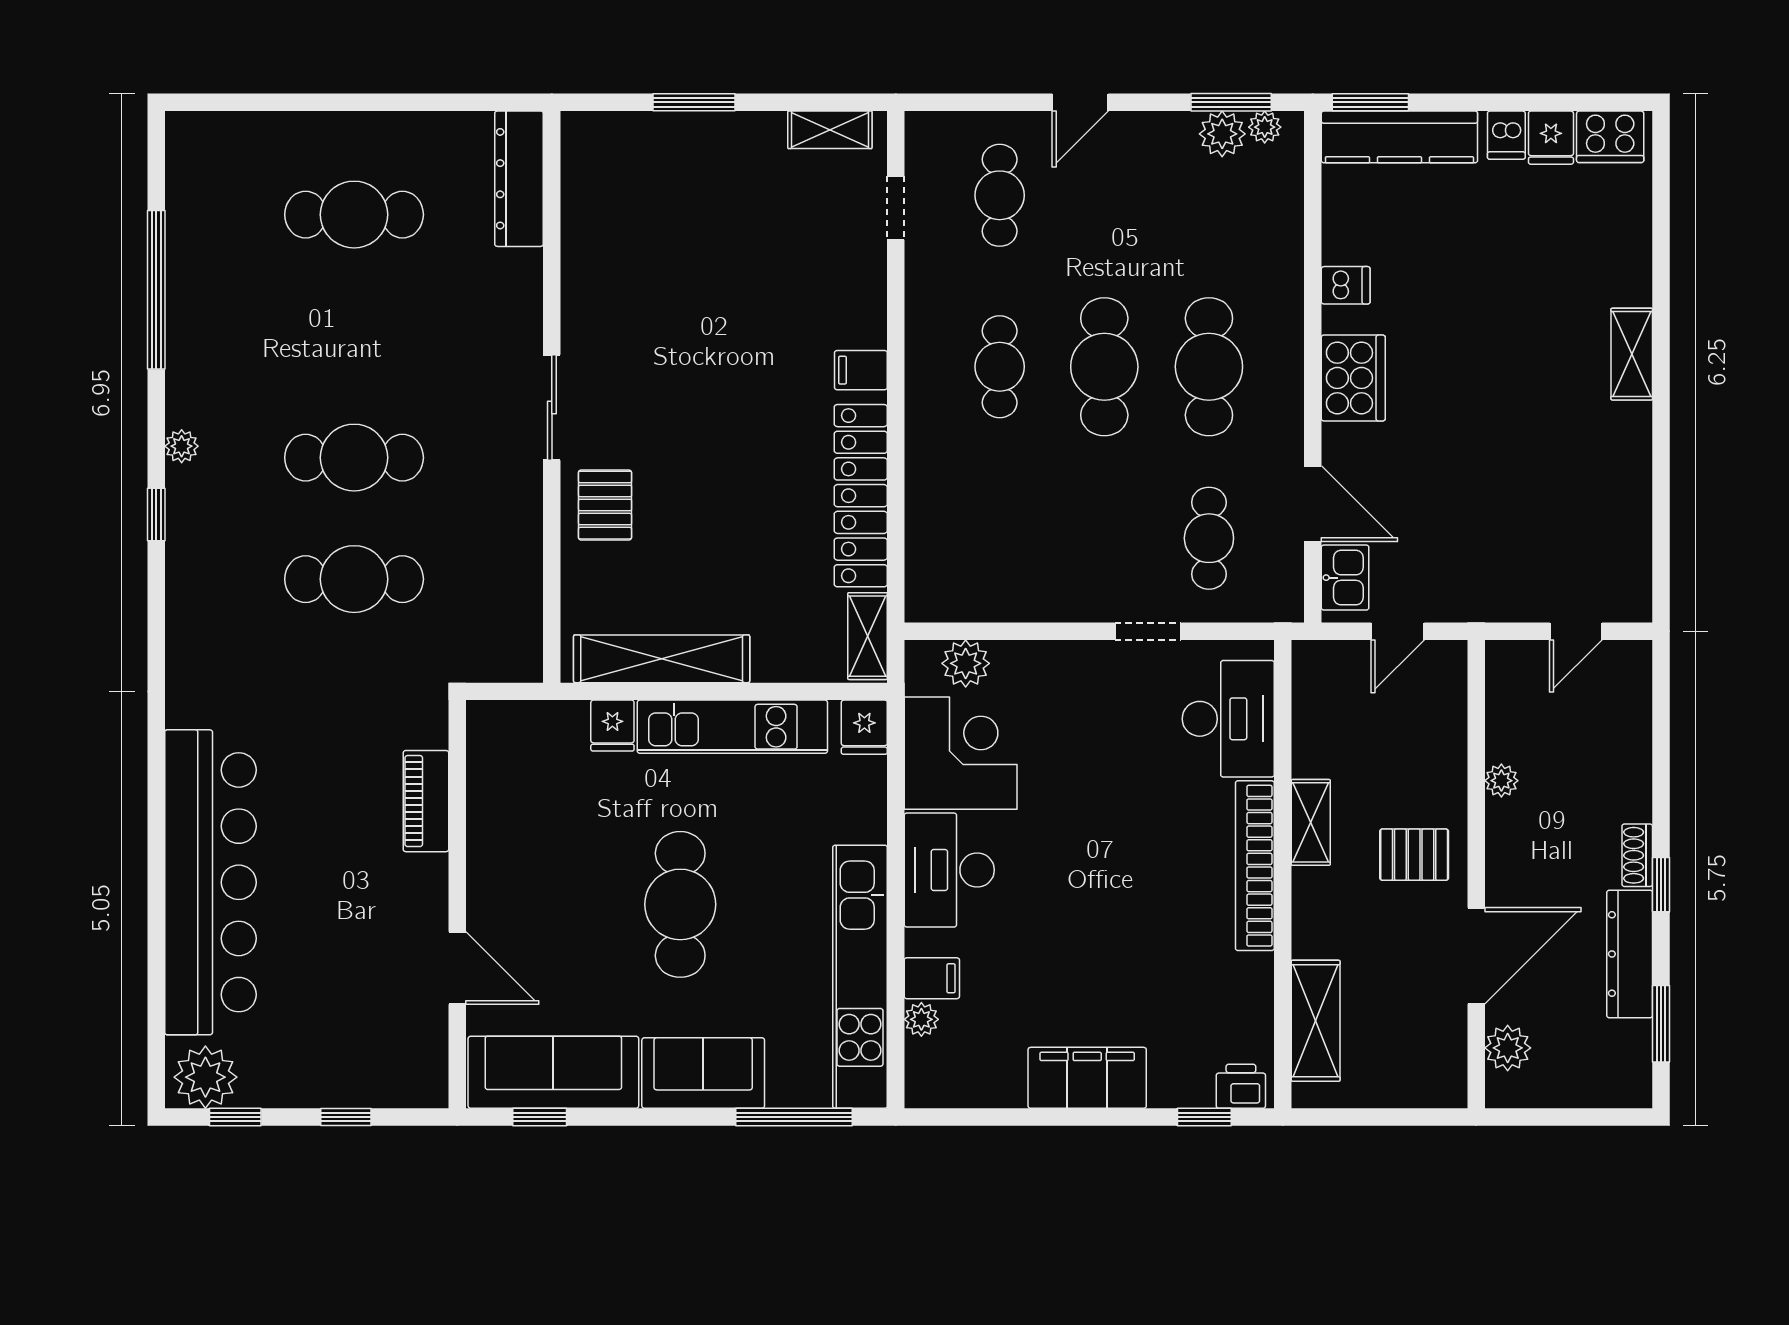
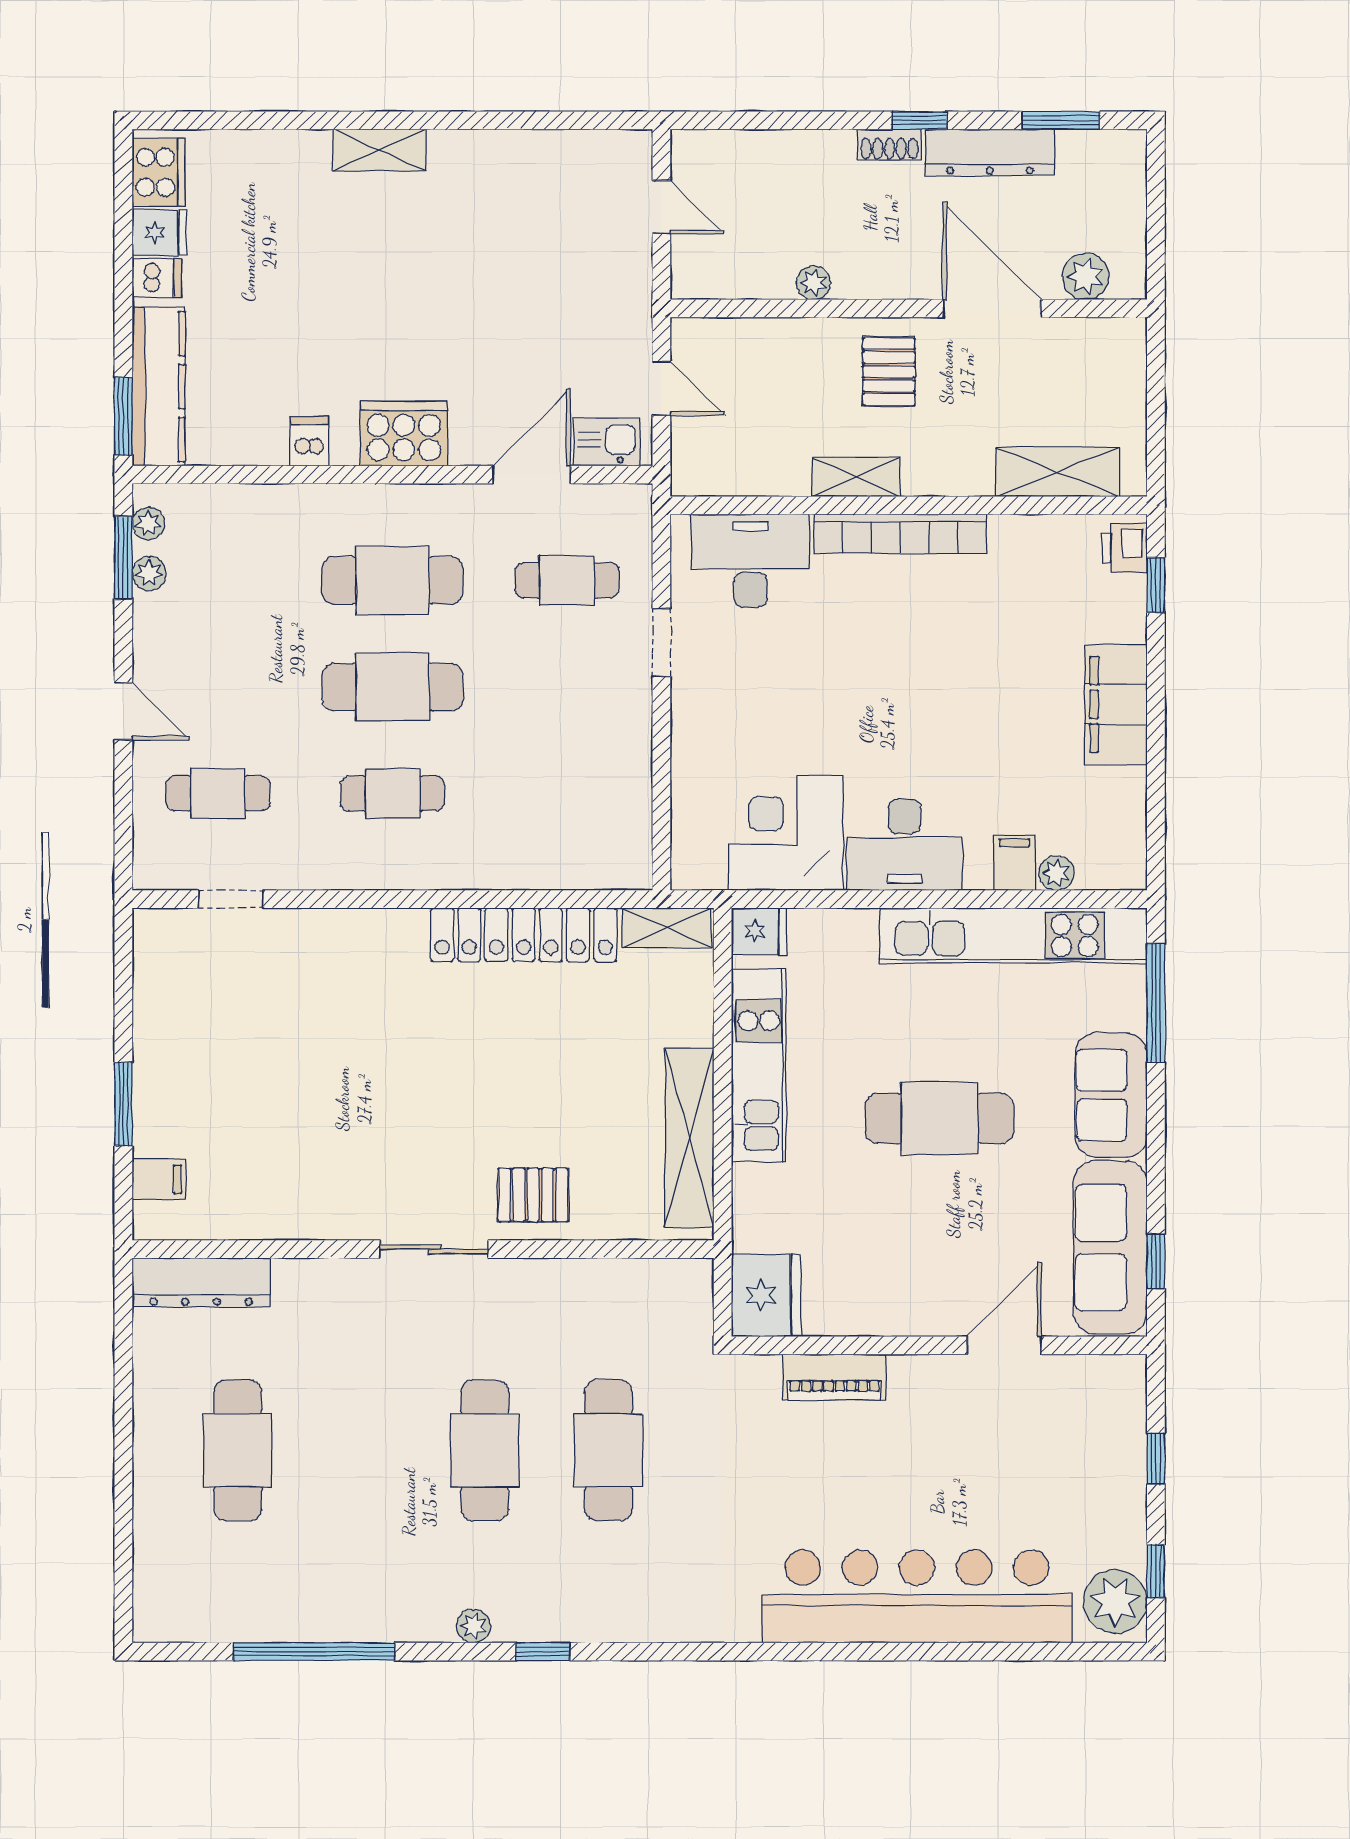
shelving: (830, 130) -> (151, 966), removed
plant: (1222, 134) -> (149, 573), width x0.73, depth x0.73
filing cabinet: (861, 370) -> (159, 1179), moved, turned -90
plant: (966, 663) -> (694, 828), removed
fridge: (612, 726) -> (766, 1295), moved, width x1.88, depth x1.34

